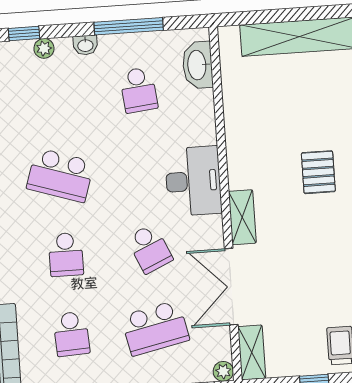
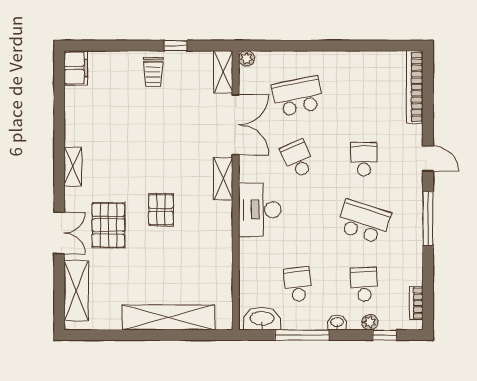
washbasin: (198, 65) -> (262, 319), moved, turned -90
school desk: (71, 334) -> (364, 284), moved

